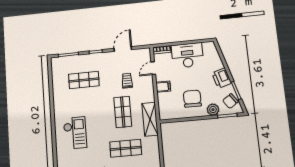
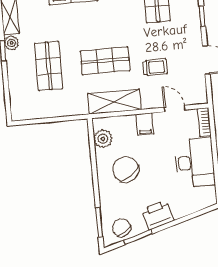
chair: (192, 99) -> (126, 169), turned -127
plant: (213, 110) -> (103, 139), moved
shelving: (150, 119) -> (114, 102), moved

